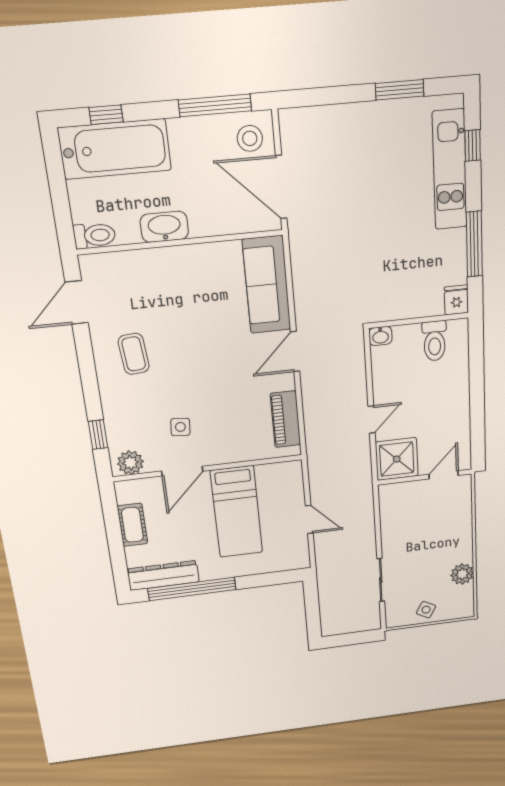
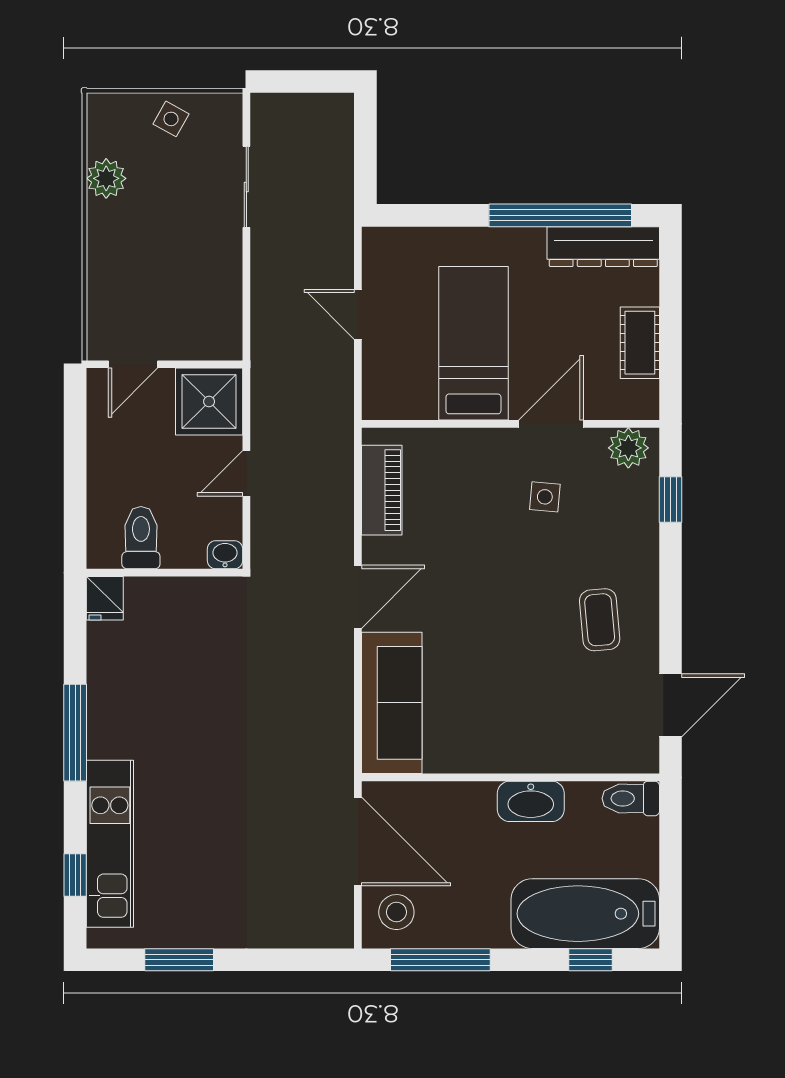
fridge: (456, 300) -> (105, 598), moved
wall: (419, 320) -> (164, 573), moved
washbasin: (380, 336) -> (225, 555), moved
toilet: (434, 341) -> (141, 538), moved

